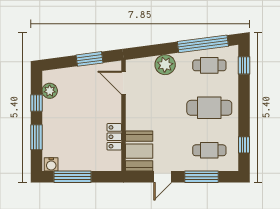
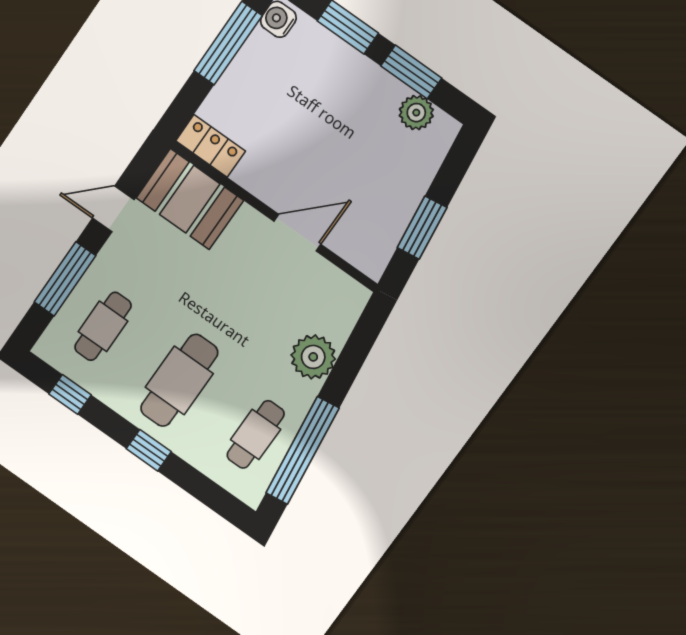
window: (244, 65) -> (149, 450), moved
door: (123, 83) -> (297, 233), moved
window: (36, 103) -> (411, 72), width x1.50
locker: (114, 137) -> (211, 146), moved
door: (163, 177) -> (113, 209), hinge flipped

